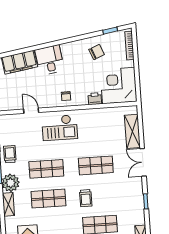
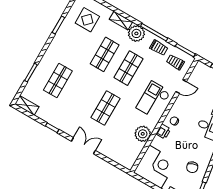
printer: (95, 99) -> (163, 132), moved
plant: (97, 117) -> (143, 134), added
shelving: (132, 131) -> (113, 154), removed
trolley: (86, 198) -> (175, 62), moved

